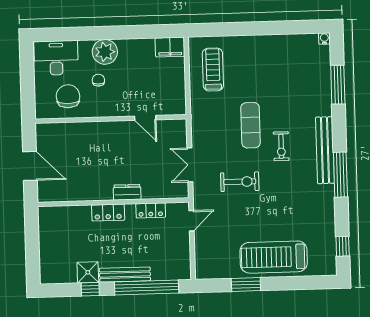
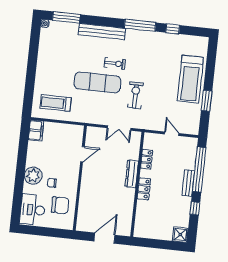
window: (338, 85) -> (66, 17), moved
chair: (68, 96) -> (60, 205), turned 180
exercise mat: (251, 125) -> (97, 82), width x1.36, depth x1.45
bench: (325, 150) -> (102, 31), moved
dresser: (127, 192) -> (132, 174), width x1.44
door: (192, 221) -> (172, 134), moved
window: (343, 246) -> (173, 29), moved
shower: (88, 272) -> (180, 235), moved
bench: (125, 275) -> (188, 183), width x0.73

